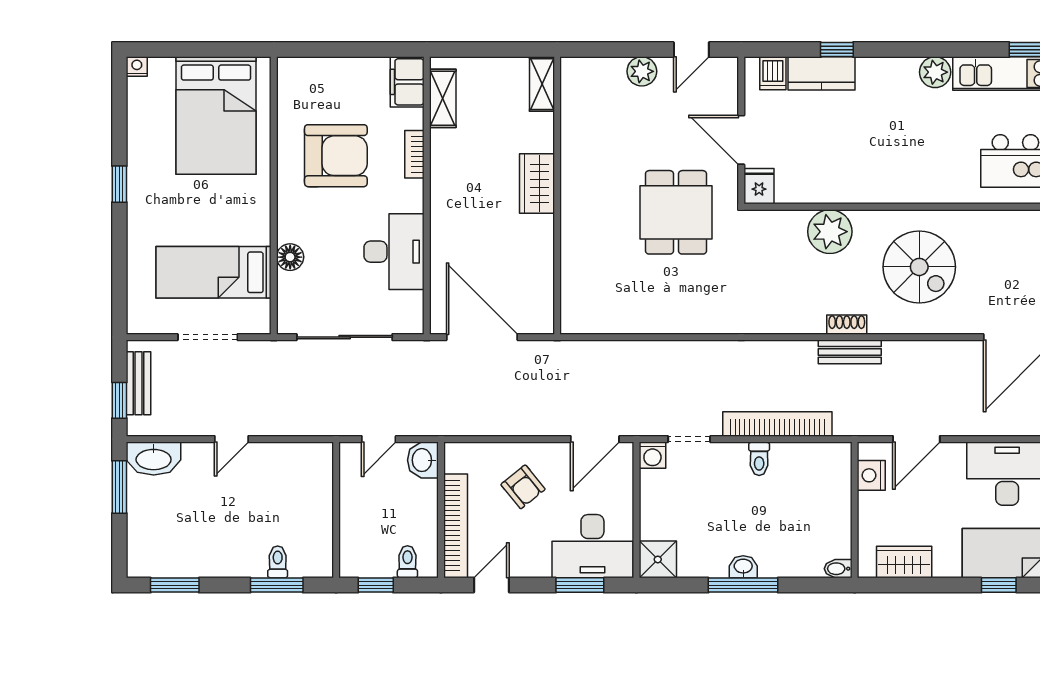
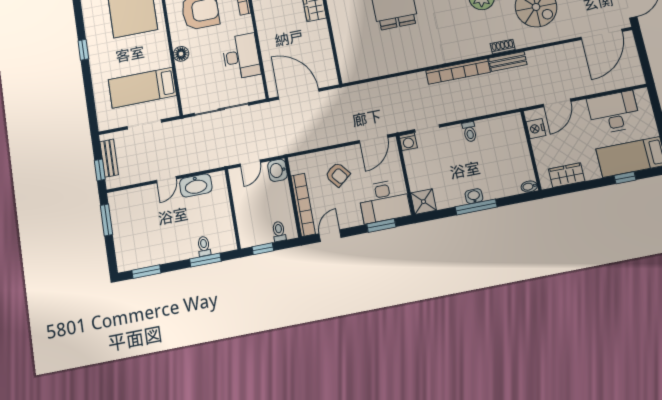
floor lamp: (290, 257) -> (181, 54), moved
bookcase: (777, 424) -> (458, 71), moved, turned 180
washbasin: (154, 459) -> (196, 185), moved

